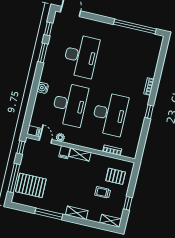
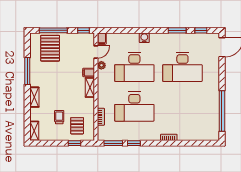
window: (149, 112) -> (134, 143), moved
window: (142, 144) -> (113, 143), added
window: (128, 203) -> (75, 143), moved

